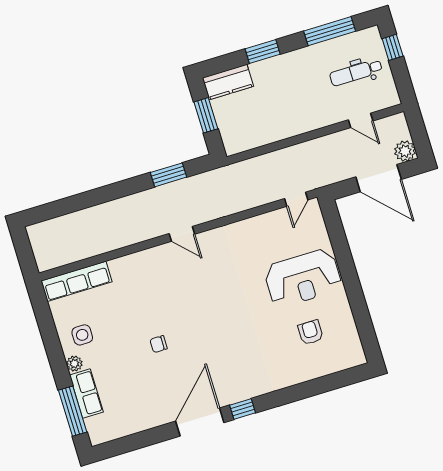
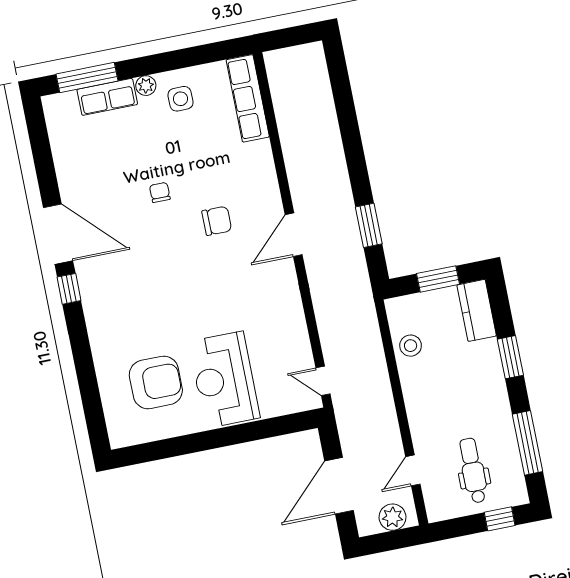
stool: (261, 132) -> (411, 346), added
plant: (405, 151) -> (393, 517), moved
door: (182, 234) -> (294, 235), width x1.38
chair: (177, 296) -> (217, 221), added
armchair: (311, 332) -> (156, 382), width x1.88, depth x1.88

